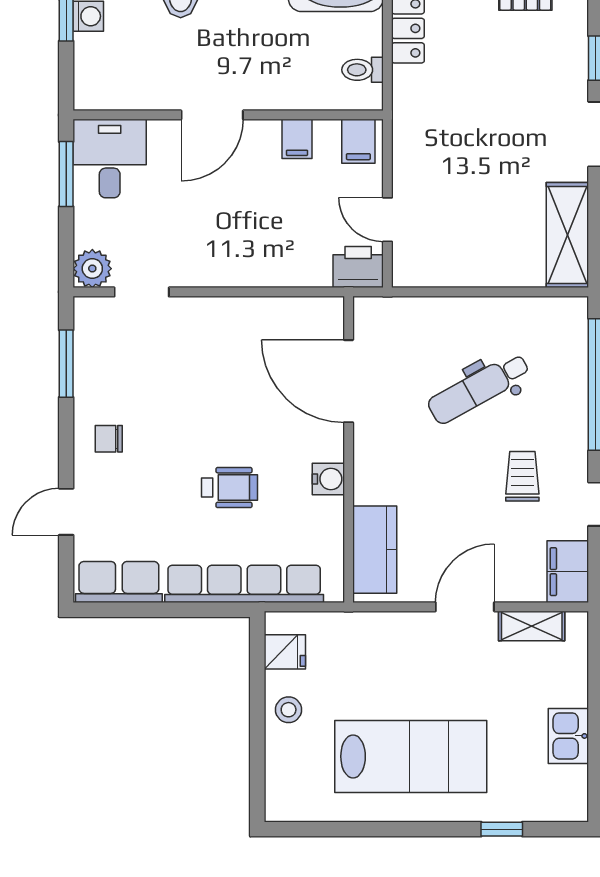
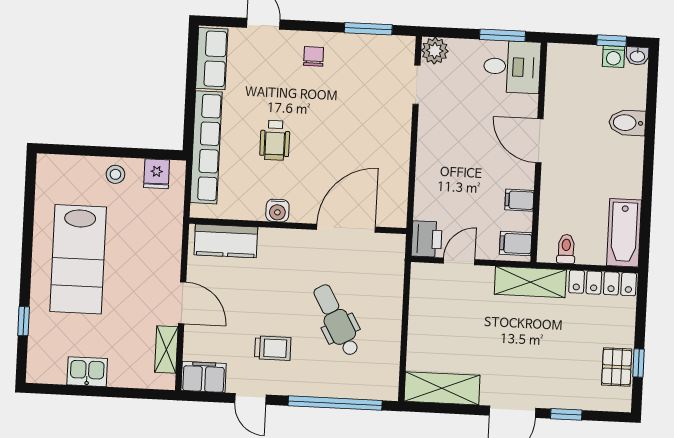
shelving: (412, 118) -> (530, 282), added

